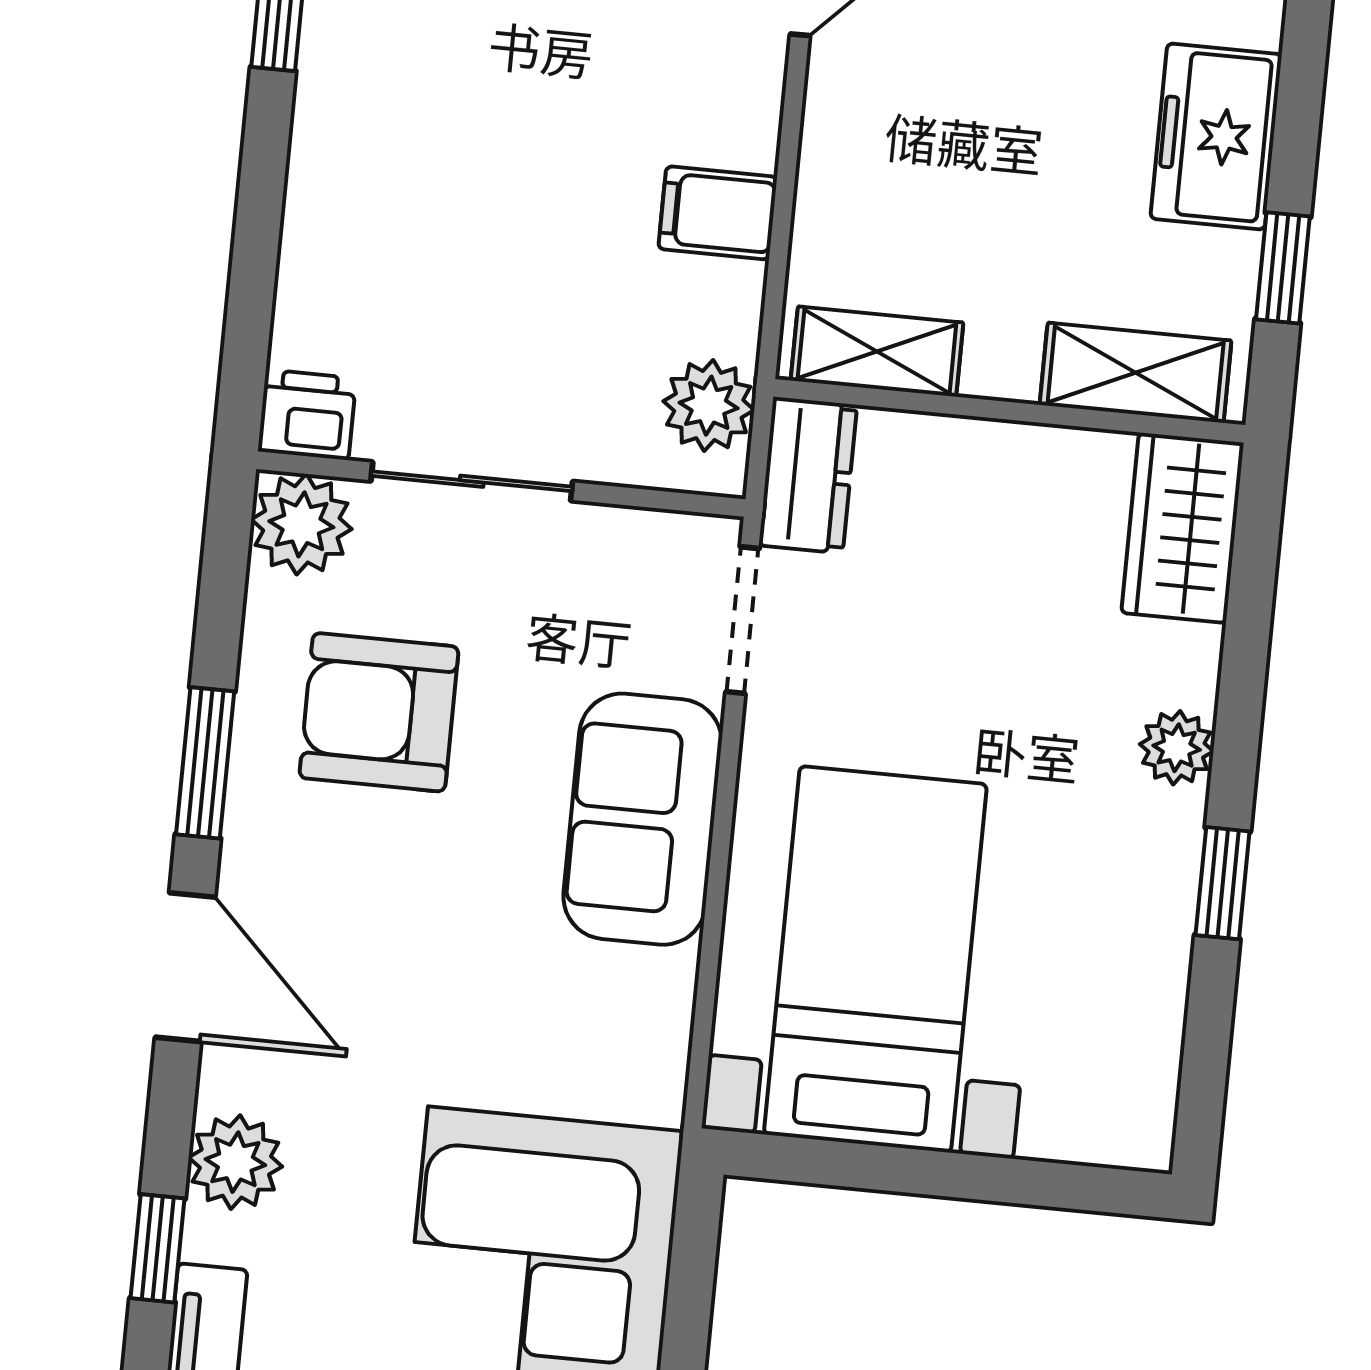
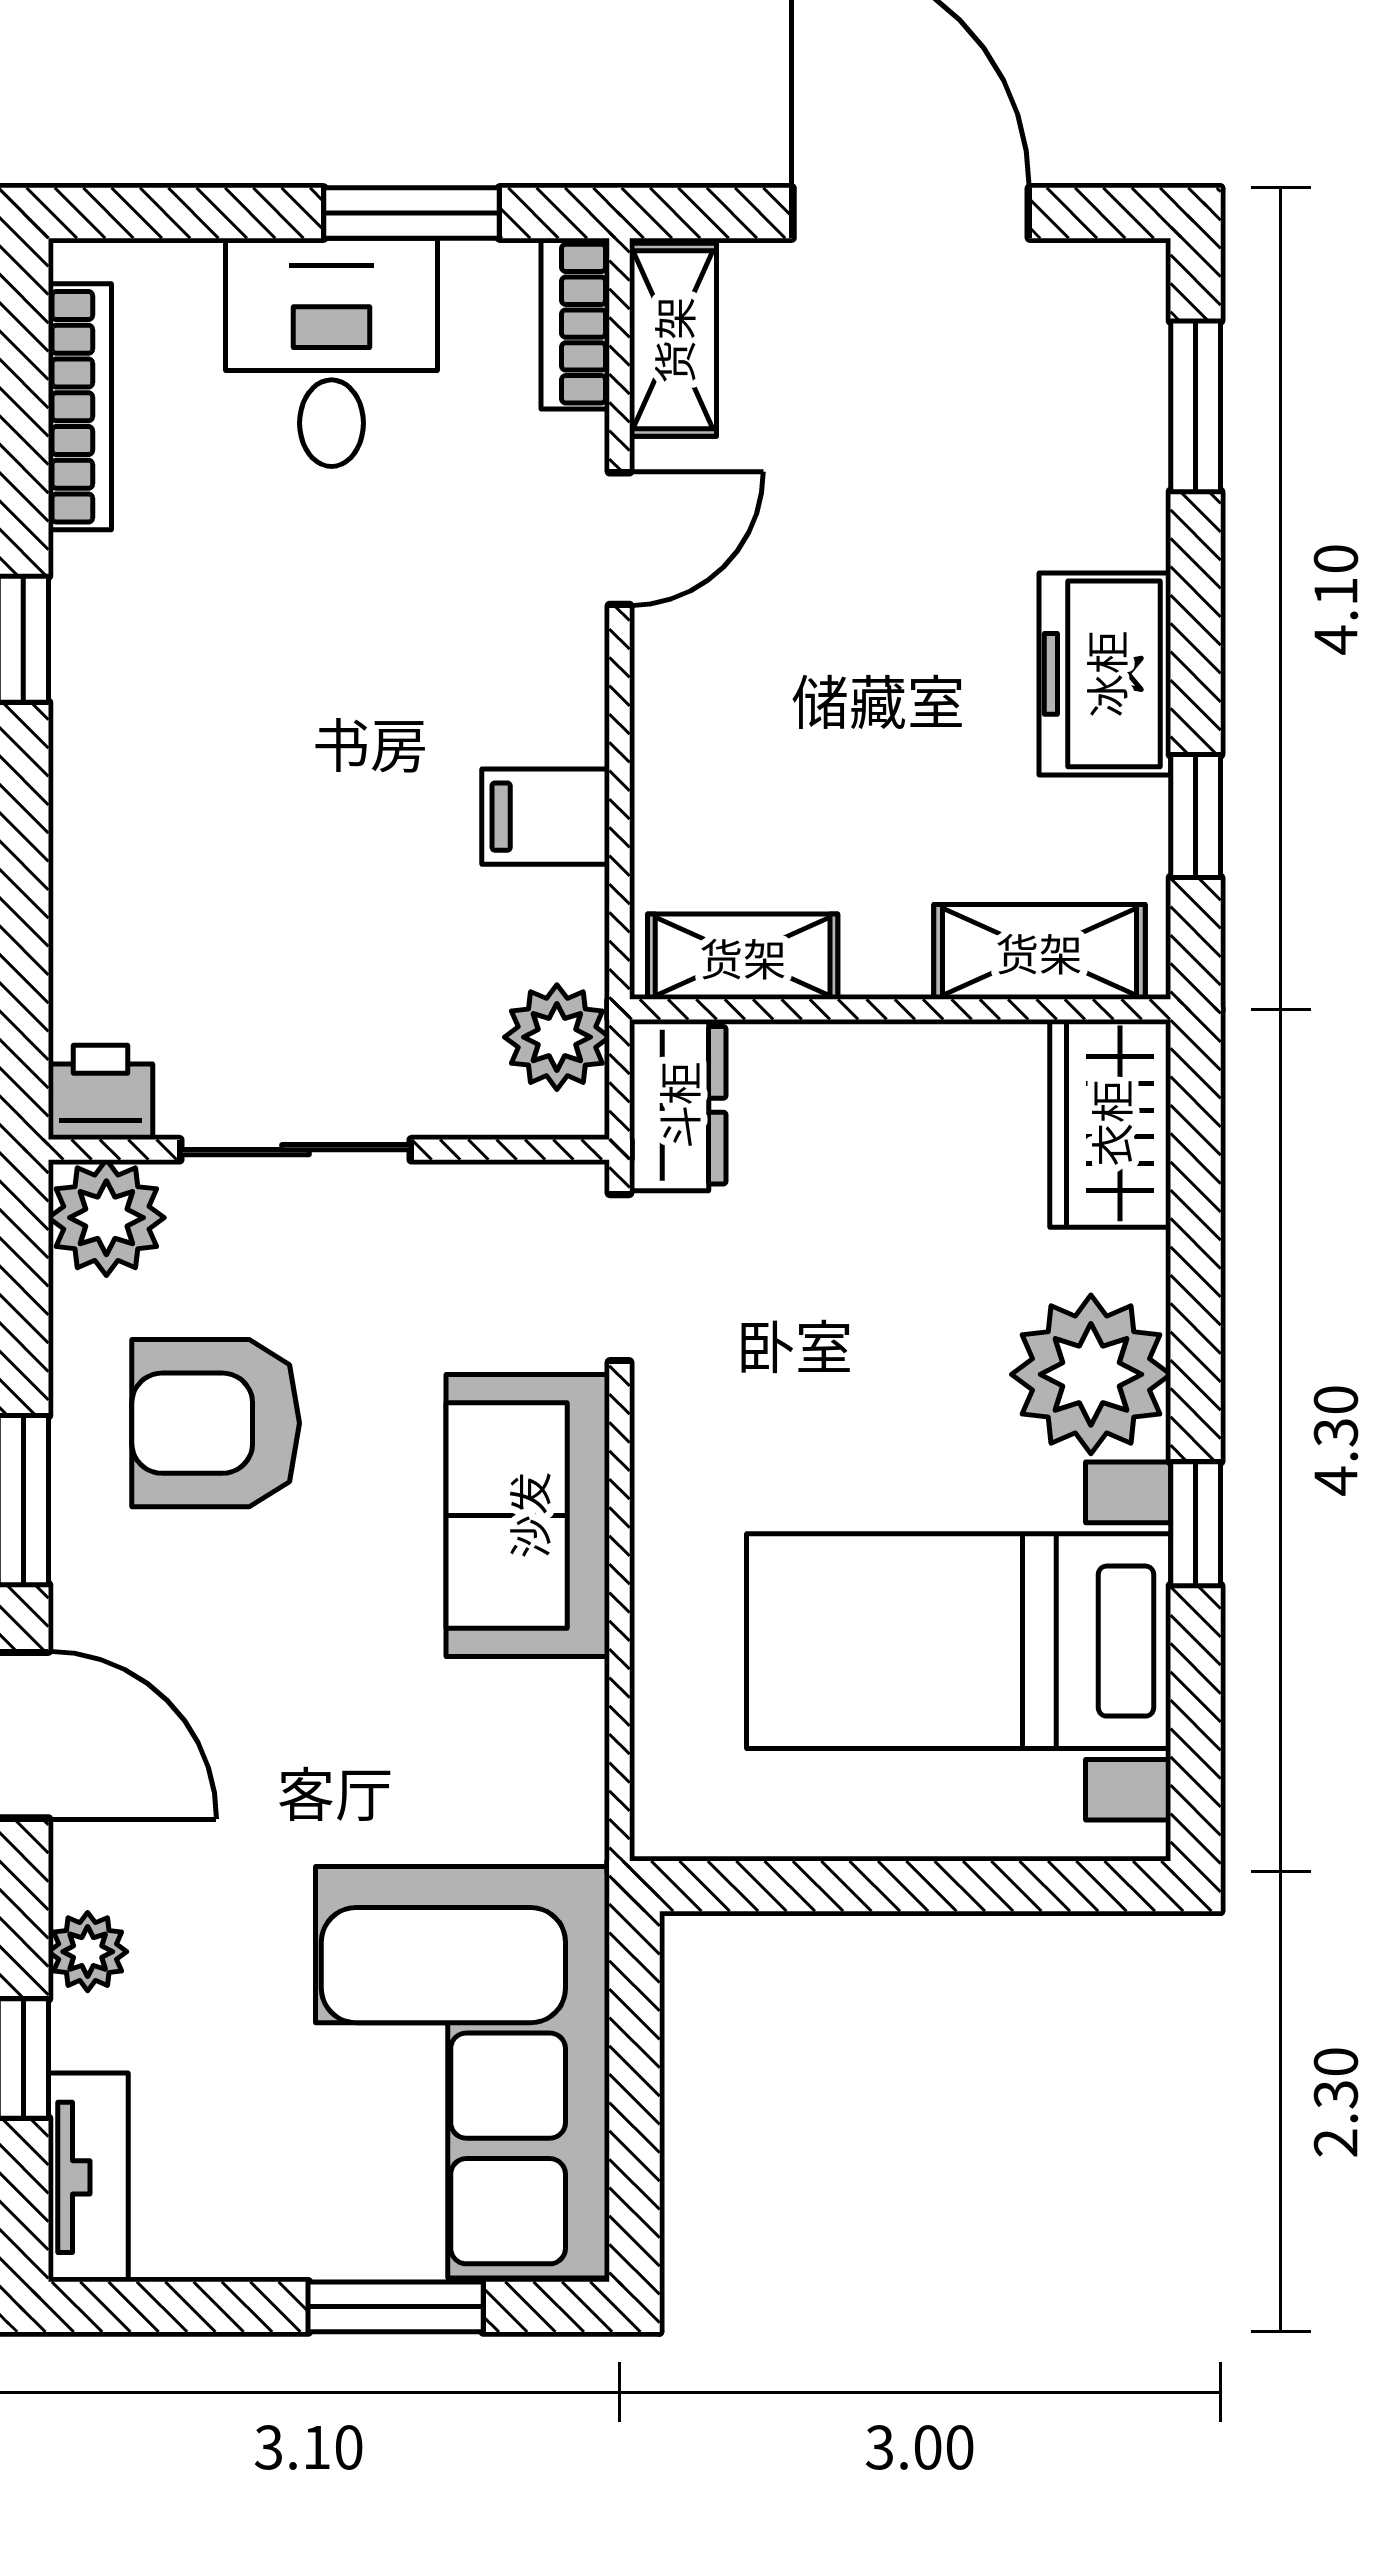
plant: (1177, 748) -> (1091, 1374), width x1.87, depth x1.87
bed with nightstands: (875, 959) -> (959, 1641), moved, turned -90
plant: (235, 1162) -> (88, 1952), width x0.73, depth x0.73

